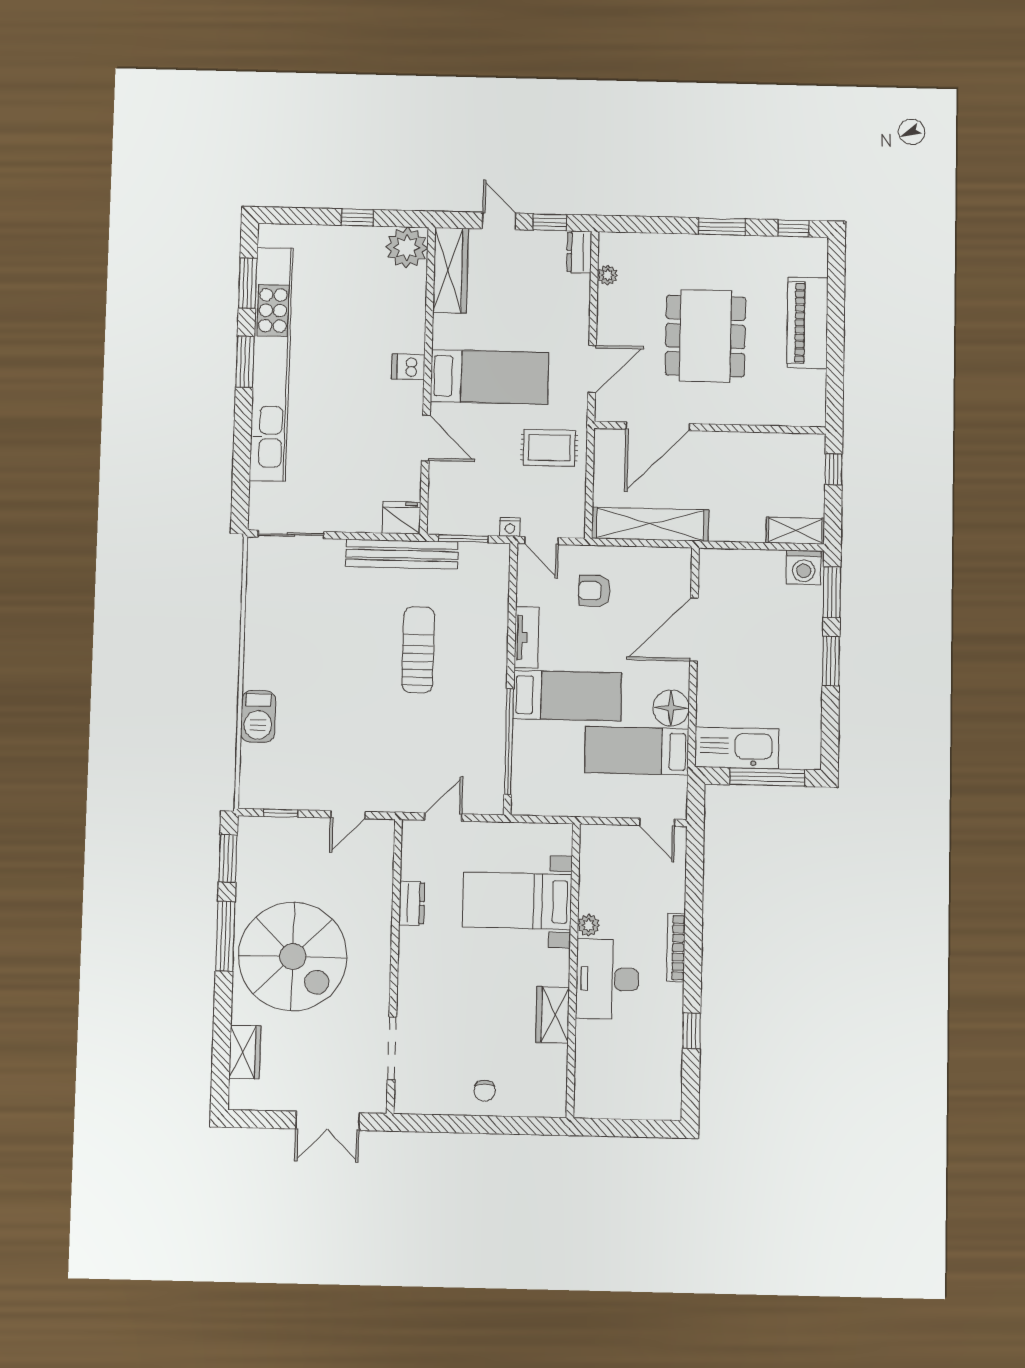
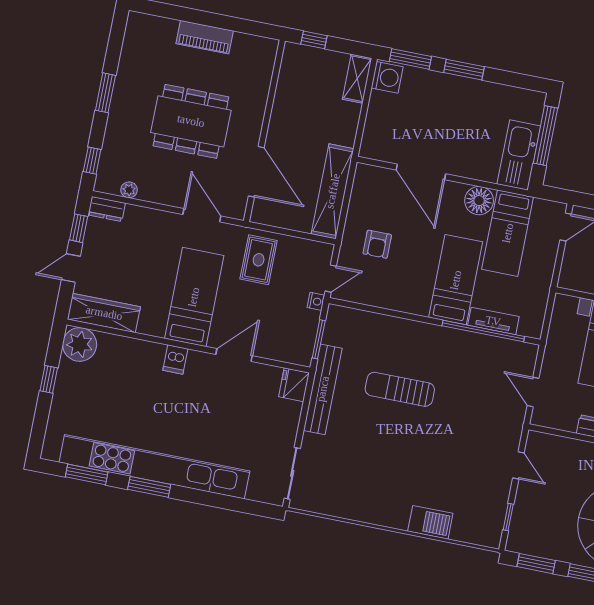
window: (793, 228) -> (92, 161), moved
piano: (807, 323) -> (205, 37), width x0.73, depth x0.75
tv unit: (527, 638) -> (493, 321), moved

